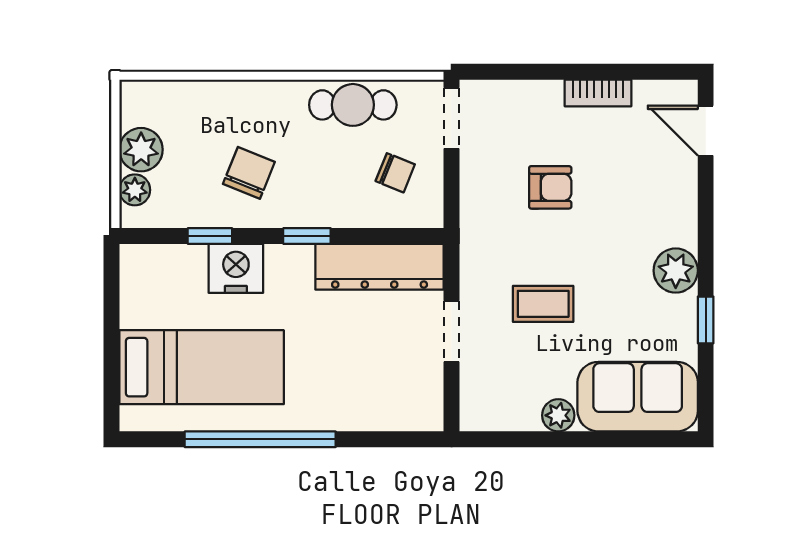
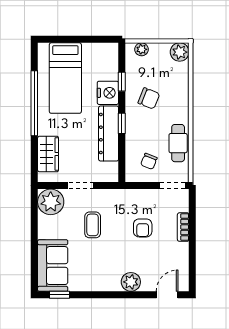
bookcase: (598, 93) -> (183, 227), moved
plant: (141, 150) -> (180, 52), moved
dresser: (380, 267) -> (109, 134), moved
plant: (676, 271) -> (131, 282), moved
window: (706, 320) -> (59, 295), moved
wardrobe: (378, 407) -> (48, 154), added
plant: (558, 415) -> (51, 202), moved, width x1.87, depth x1.87

